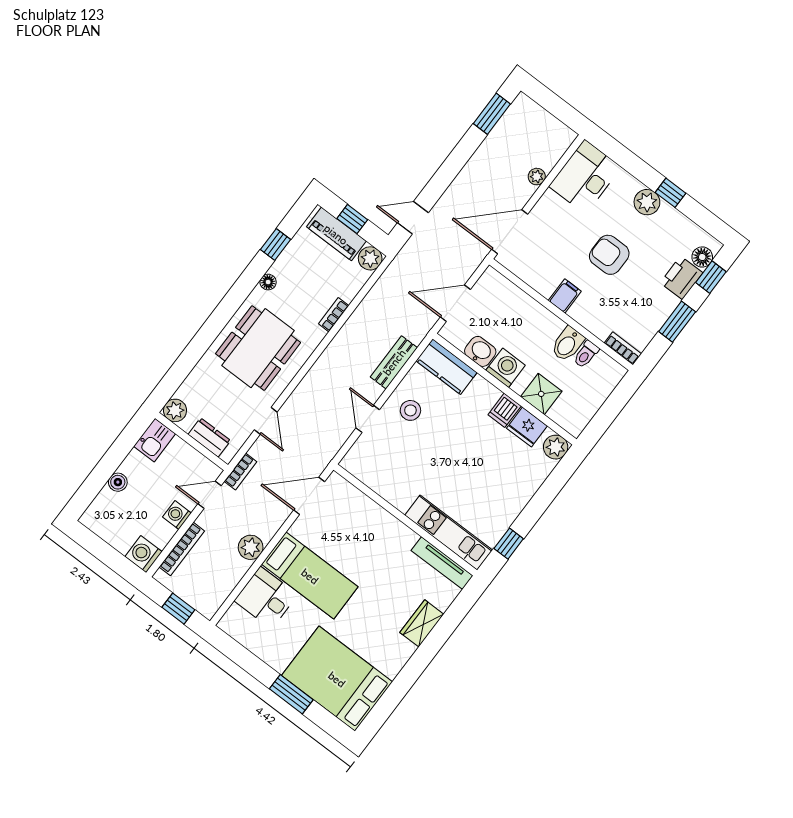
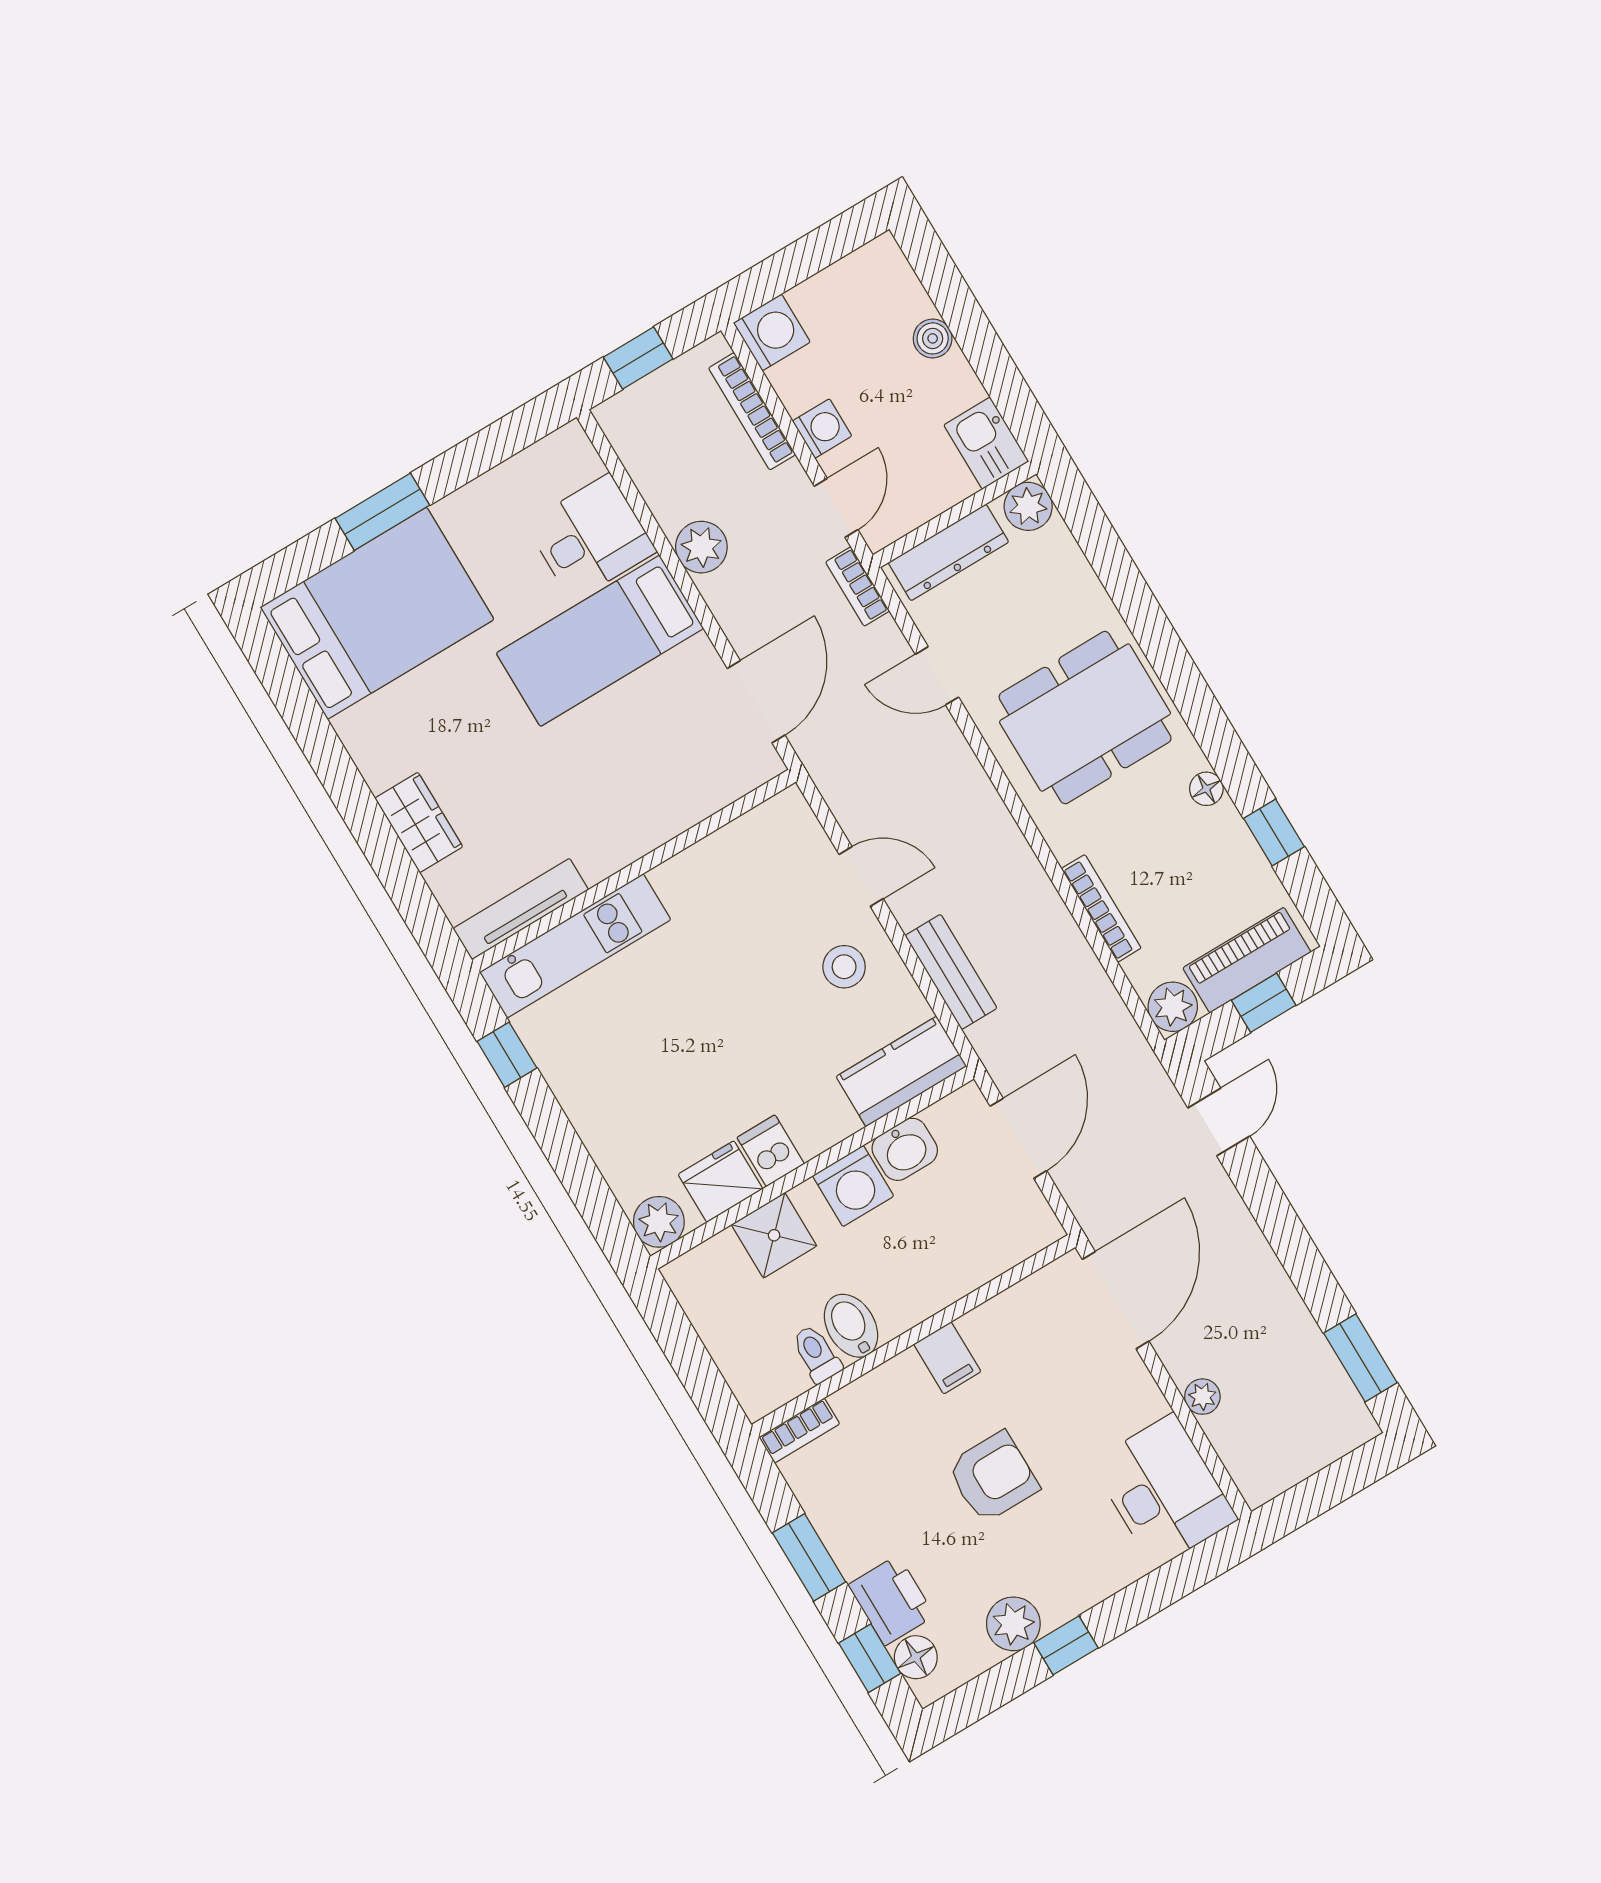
plant: (647, 202) -> (1013, 1624), moved
bookcase: (334, 315) -> (1101, 908), width x1.56
dining table: (258, 348) -> (1085, 718), turned 90
dresser: (209, 437) -> (948, 552), width x1.44

